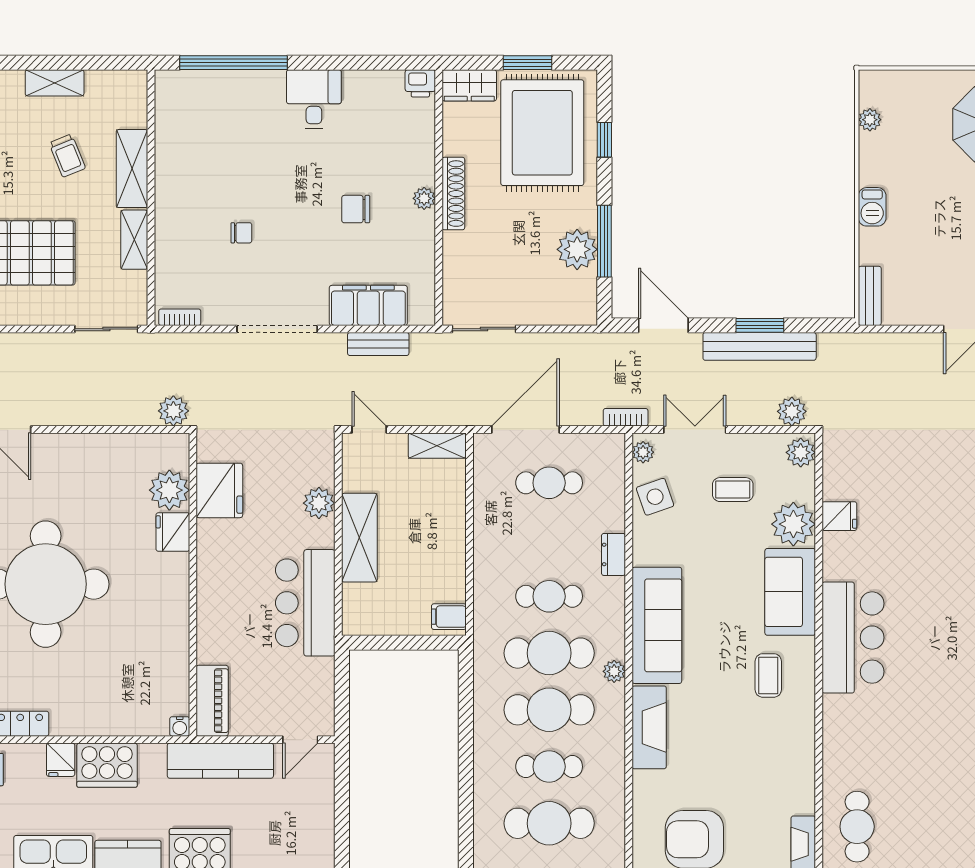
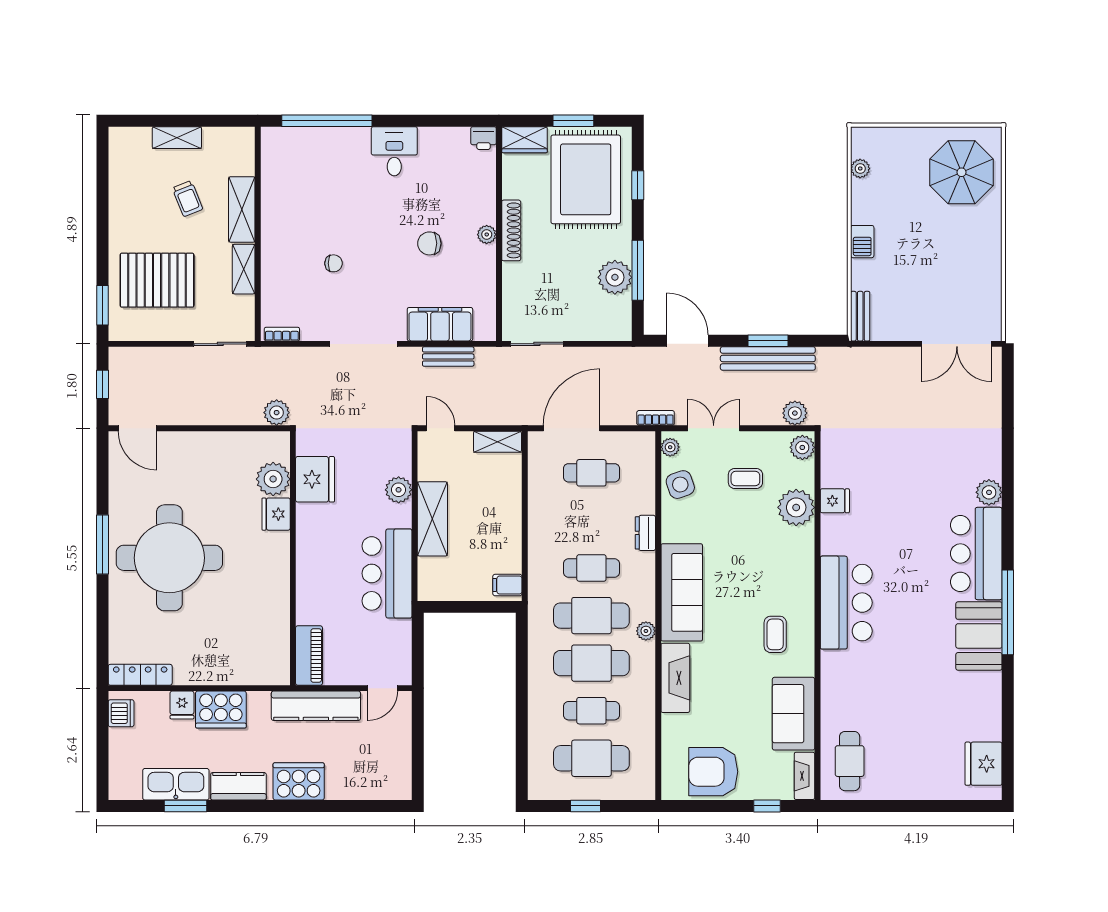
sofa: (790, 592) -> (794, 714), moved
water cooler: (180, 726) -> (282, 677), removed

